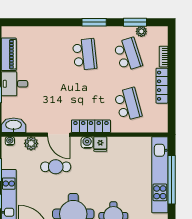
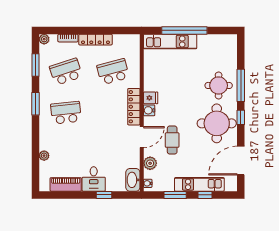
plant: (39, 31) -> (44, 156), added
plant: (141, 31) -> (44, 39), moved
kitchen unit: (160, 175) -> (170, 42), width x0.73

